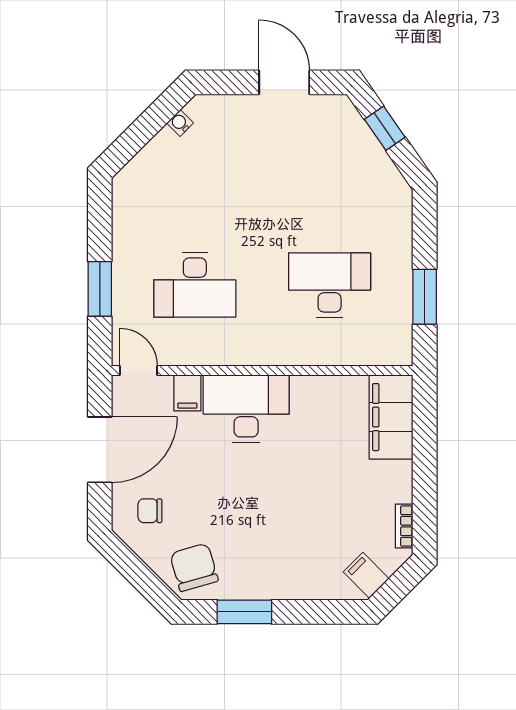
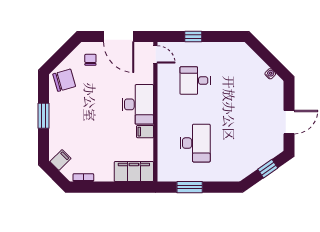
desk: (195, 285) -> (195, 81), width x0.73
window: (100, 289) -> (193, 37), width x0.67
door: (138, 371) -> (155, 54), hinge flipped
filing cabinet: (187, 393) -> (145, 132), moved
window: (244, 612) -> (44, 116), moved

